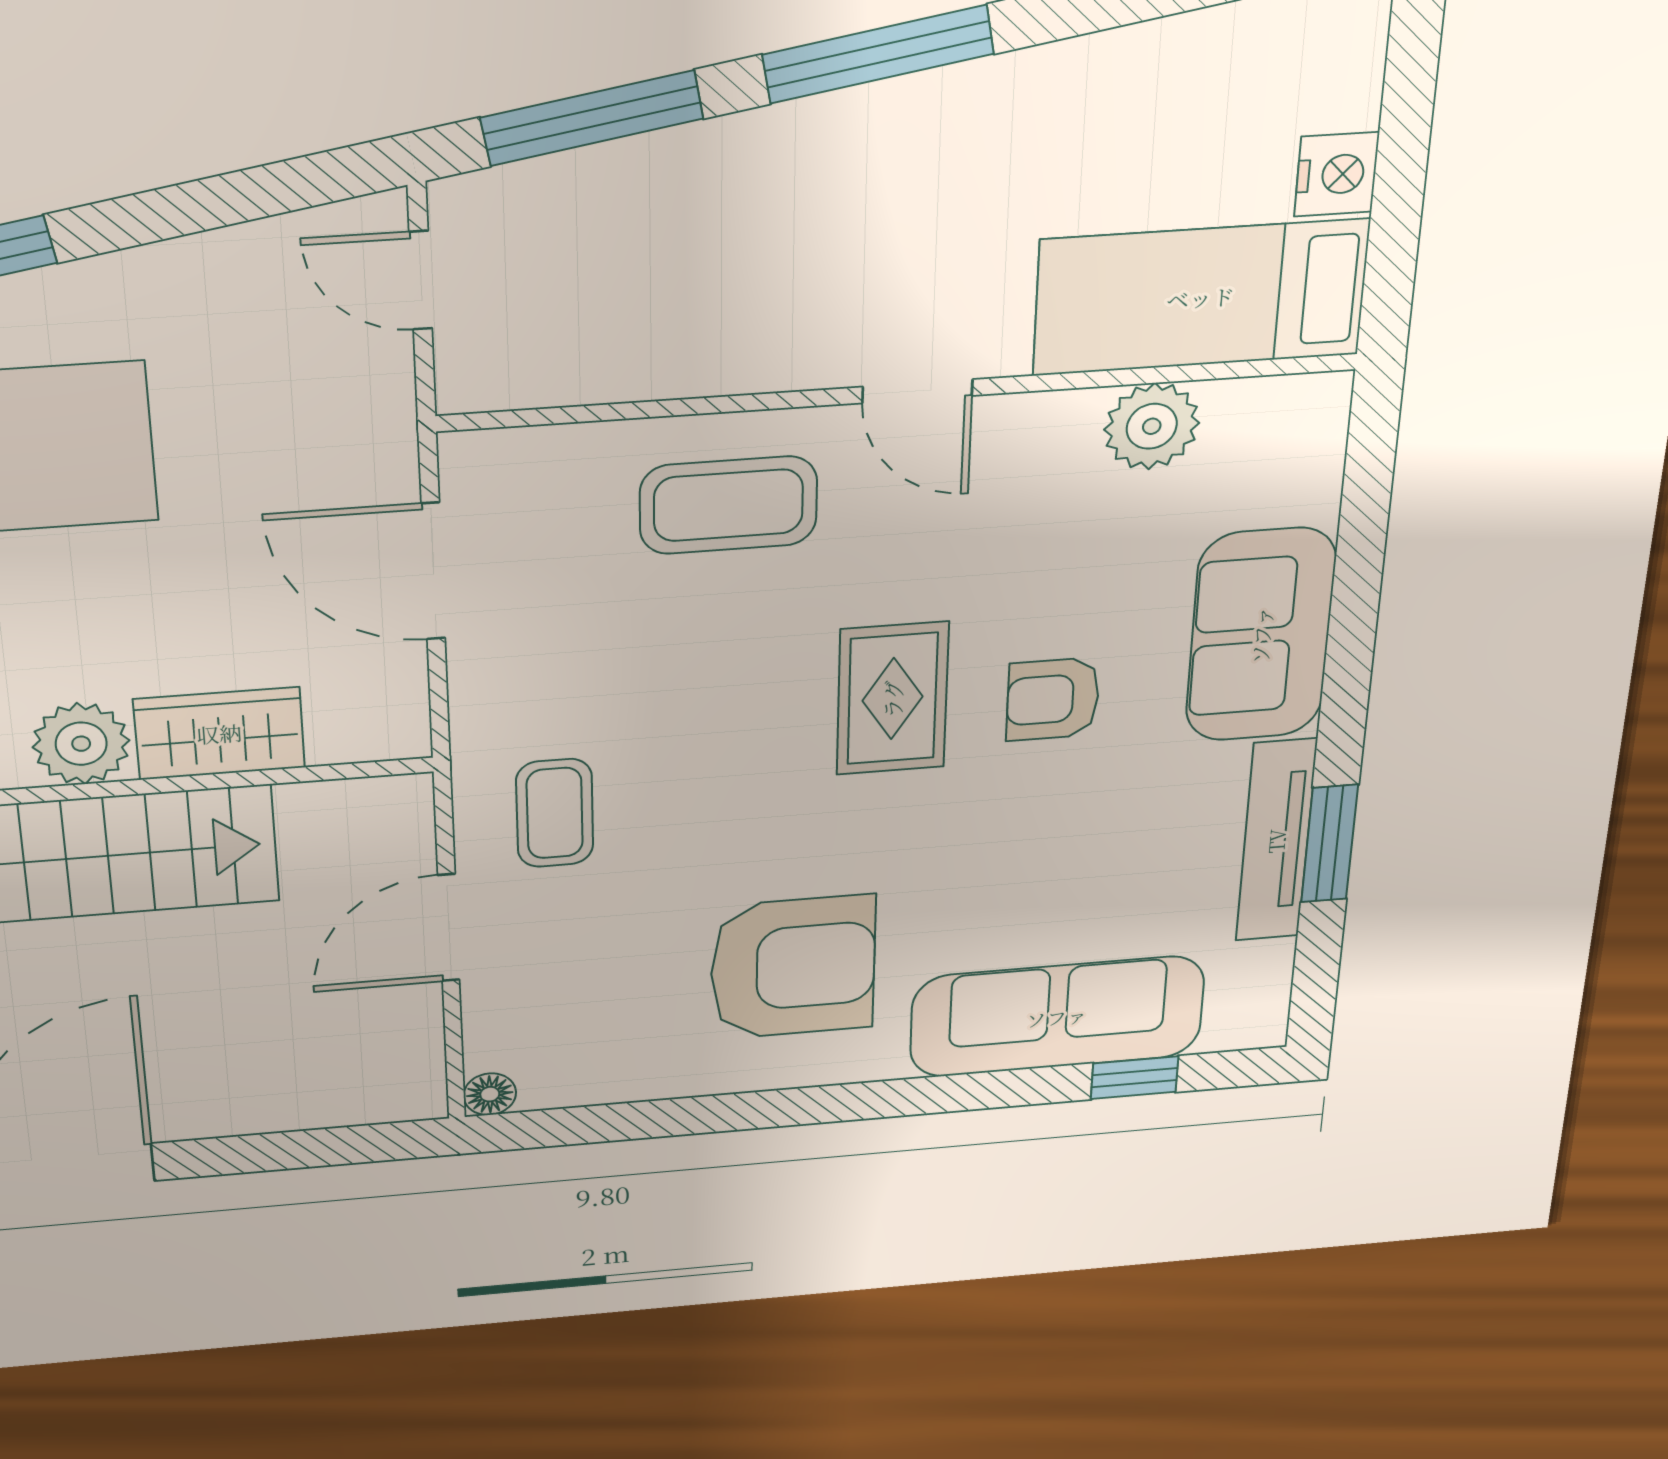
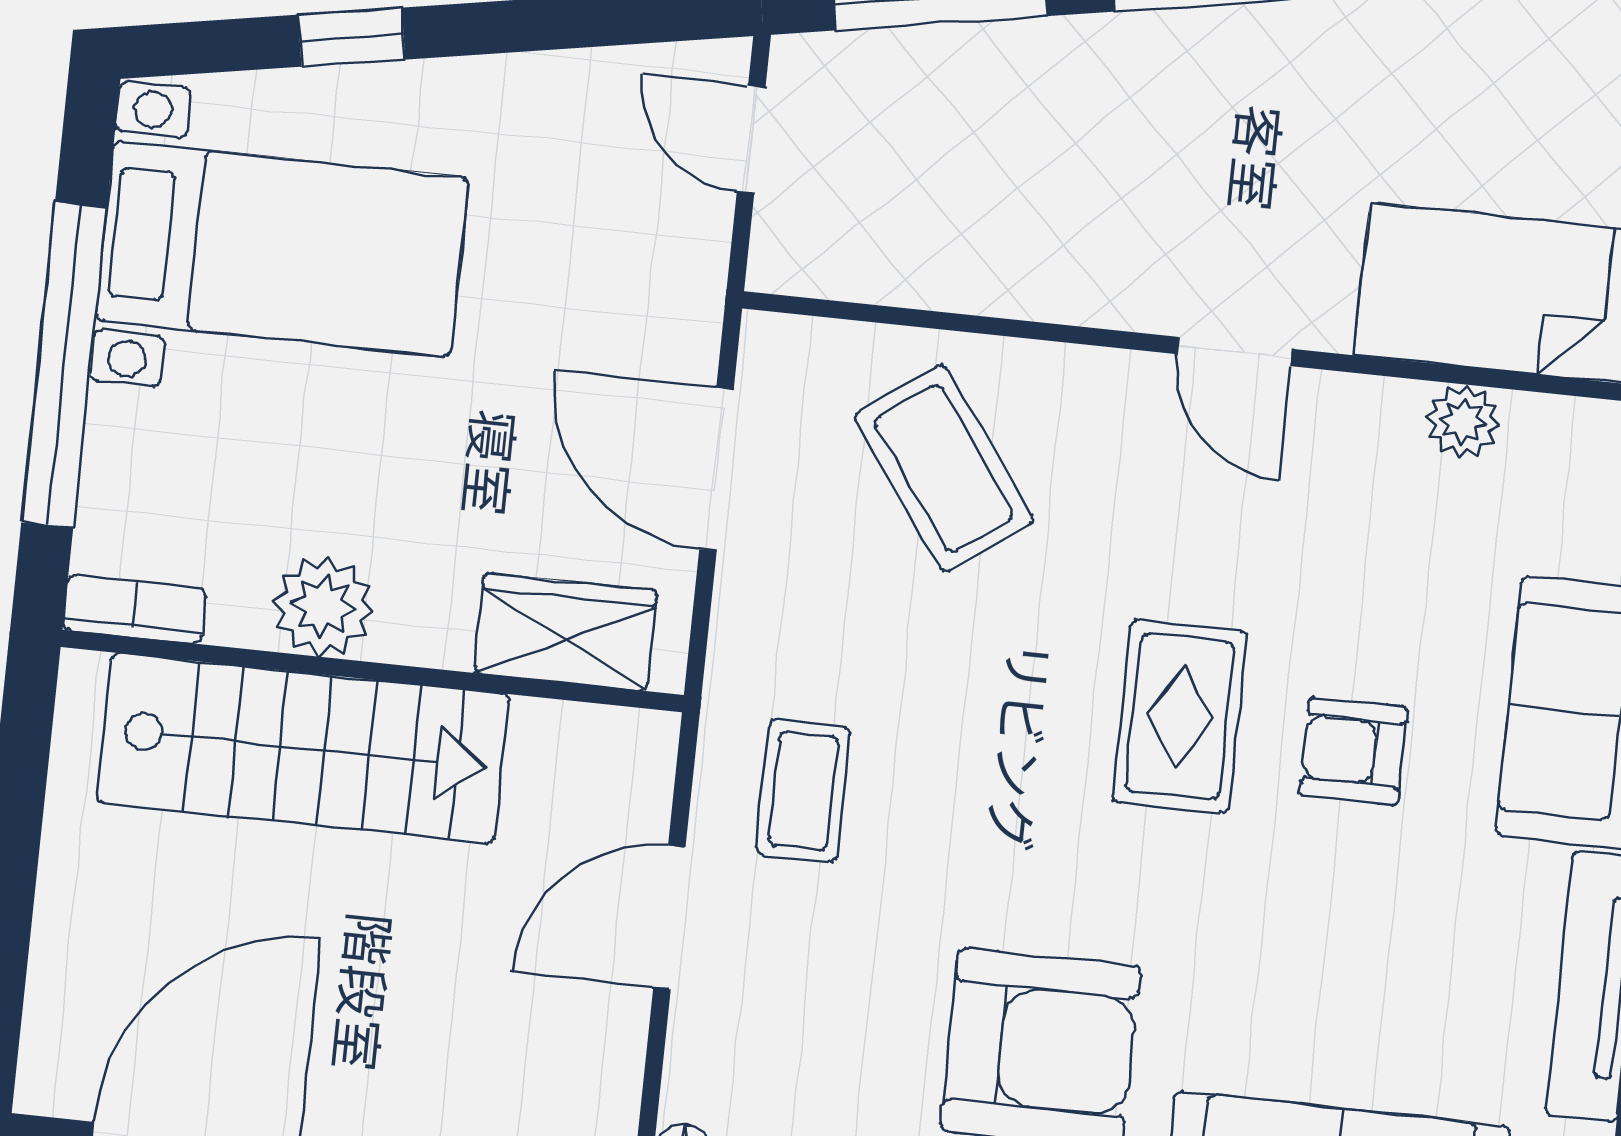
plant: (1152, 426) -> (1463, 421), width x0.73, depth x0.73
coffee table: (728, 505) -> (944, 468), moved, turned 54
wardrobe: (219, 733) -> (566, 632), moved

